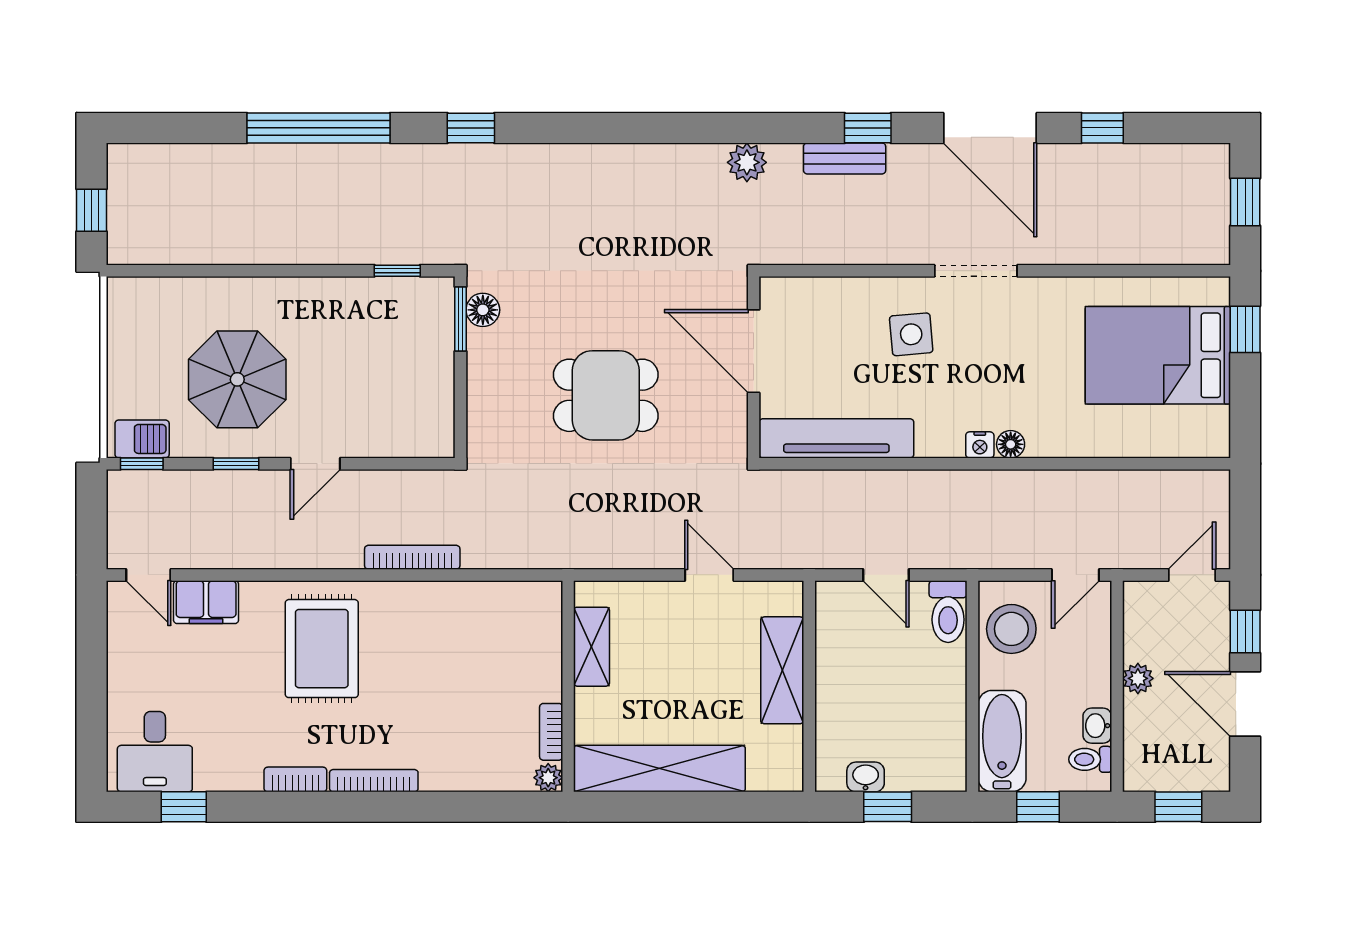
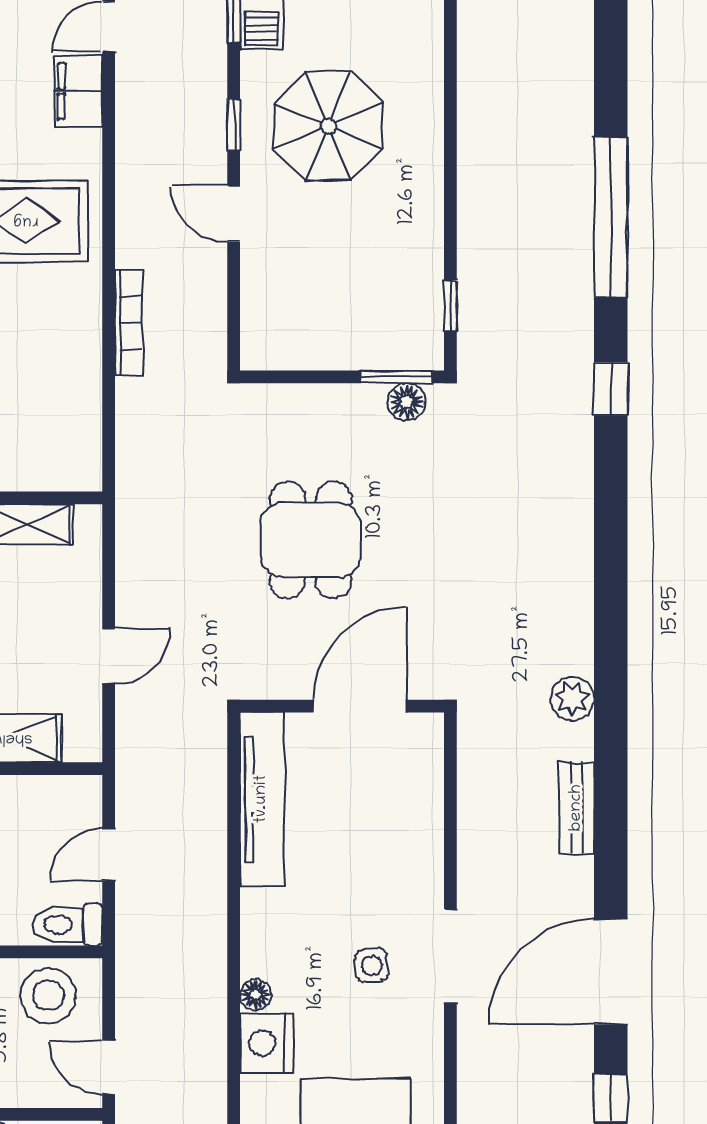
window: (868, 128) -> (611, 834), removed
side table: (911, 334) -> (372, 966), moved, width x0.73, depth x0.73
nightstand: (980, 445) -> (267, 1043), moved, width x1.89, depth x1.79

